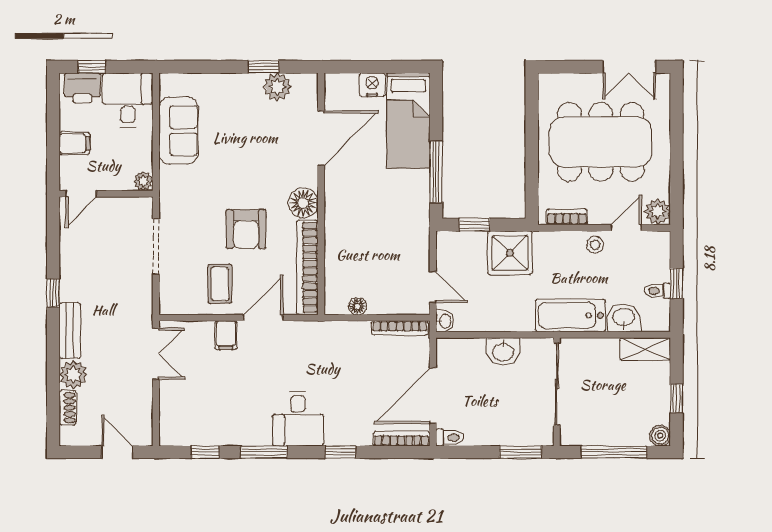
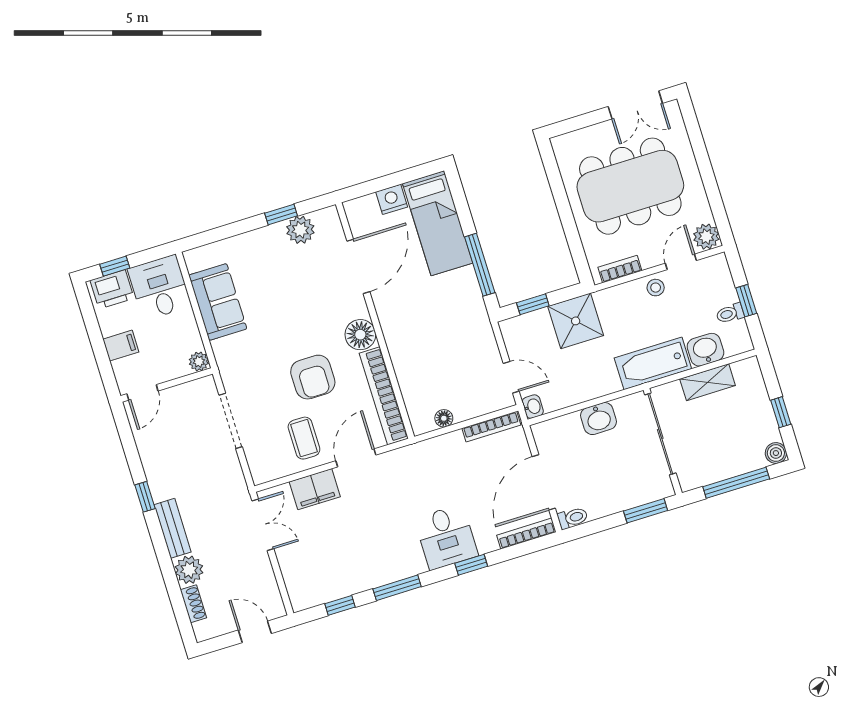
filing cabinet: (226, 335) -> (315, 489), width x2.00
shelving: (645, 349) -> (708, 382), moved
desk: (298, 419) -> (446, 537), moved

